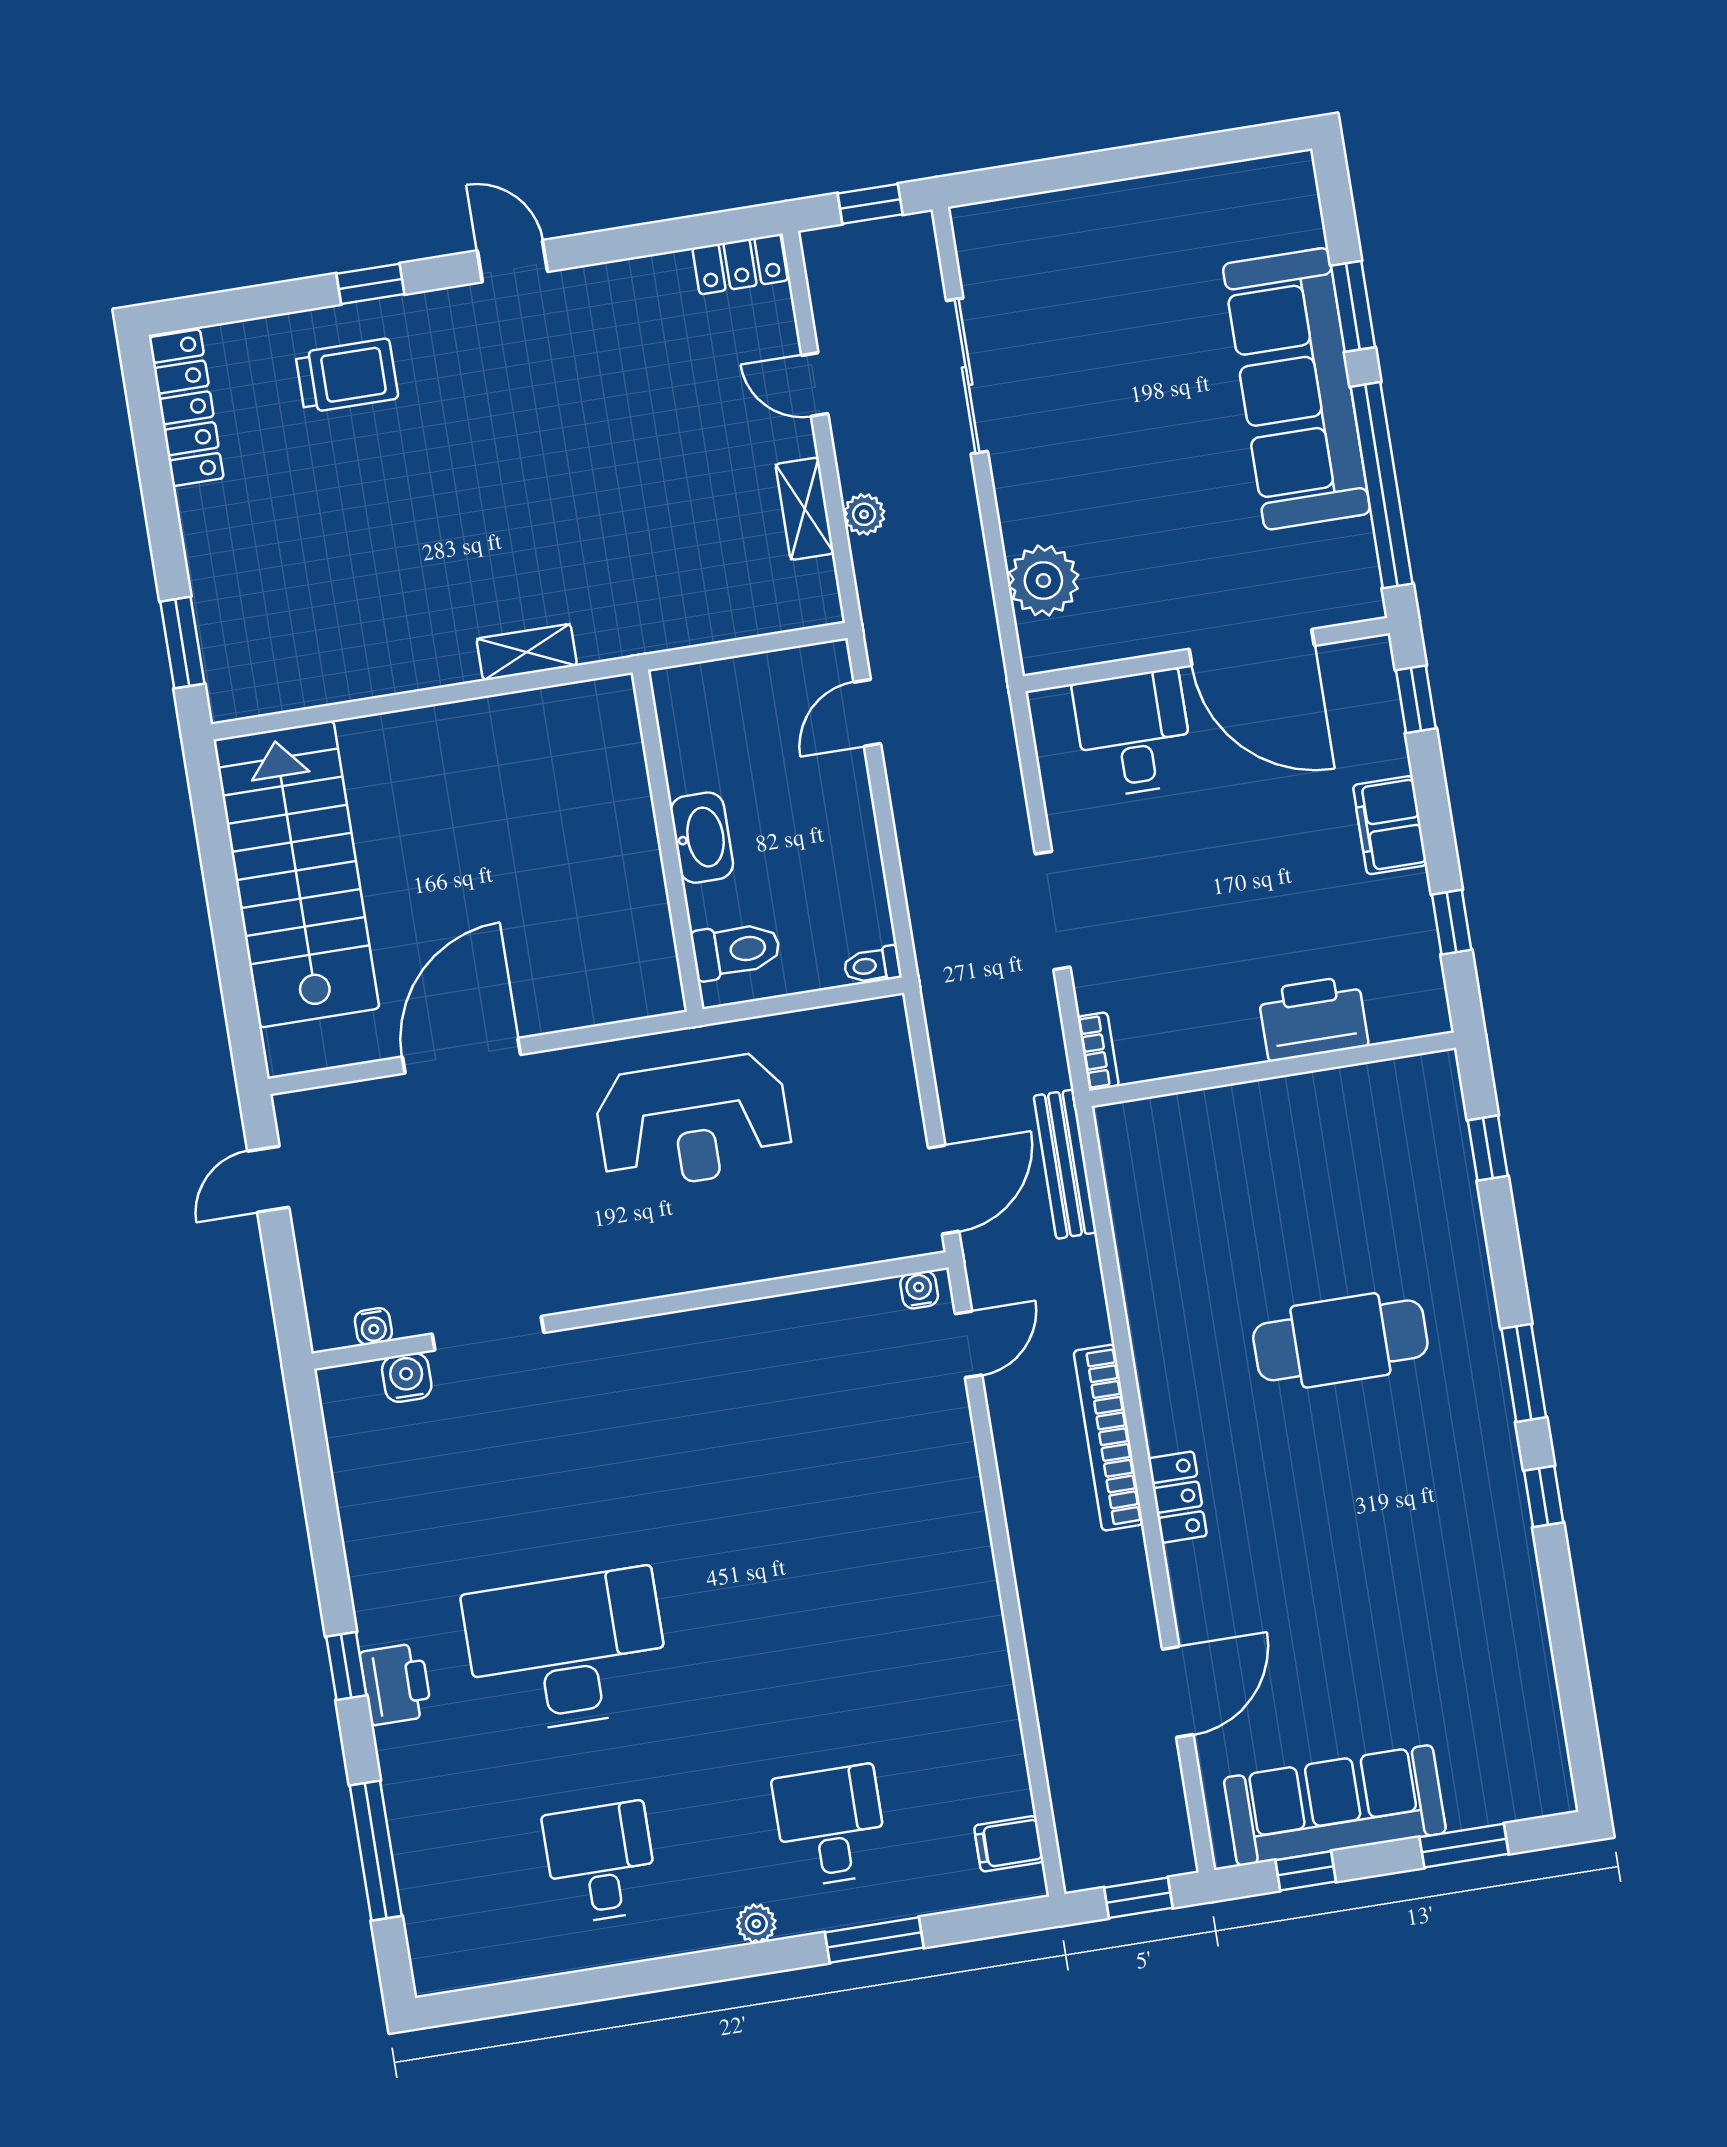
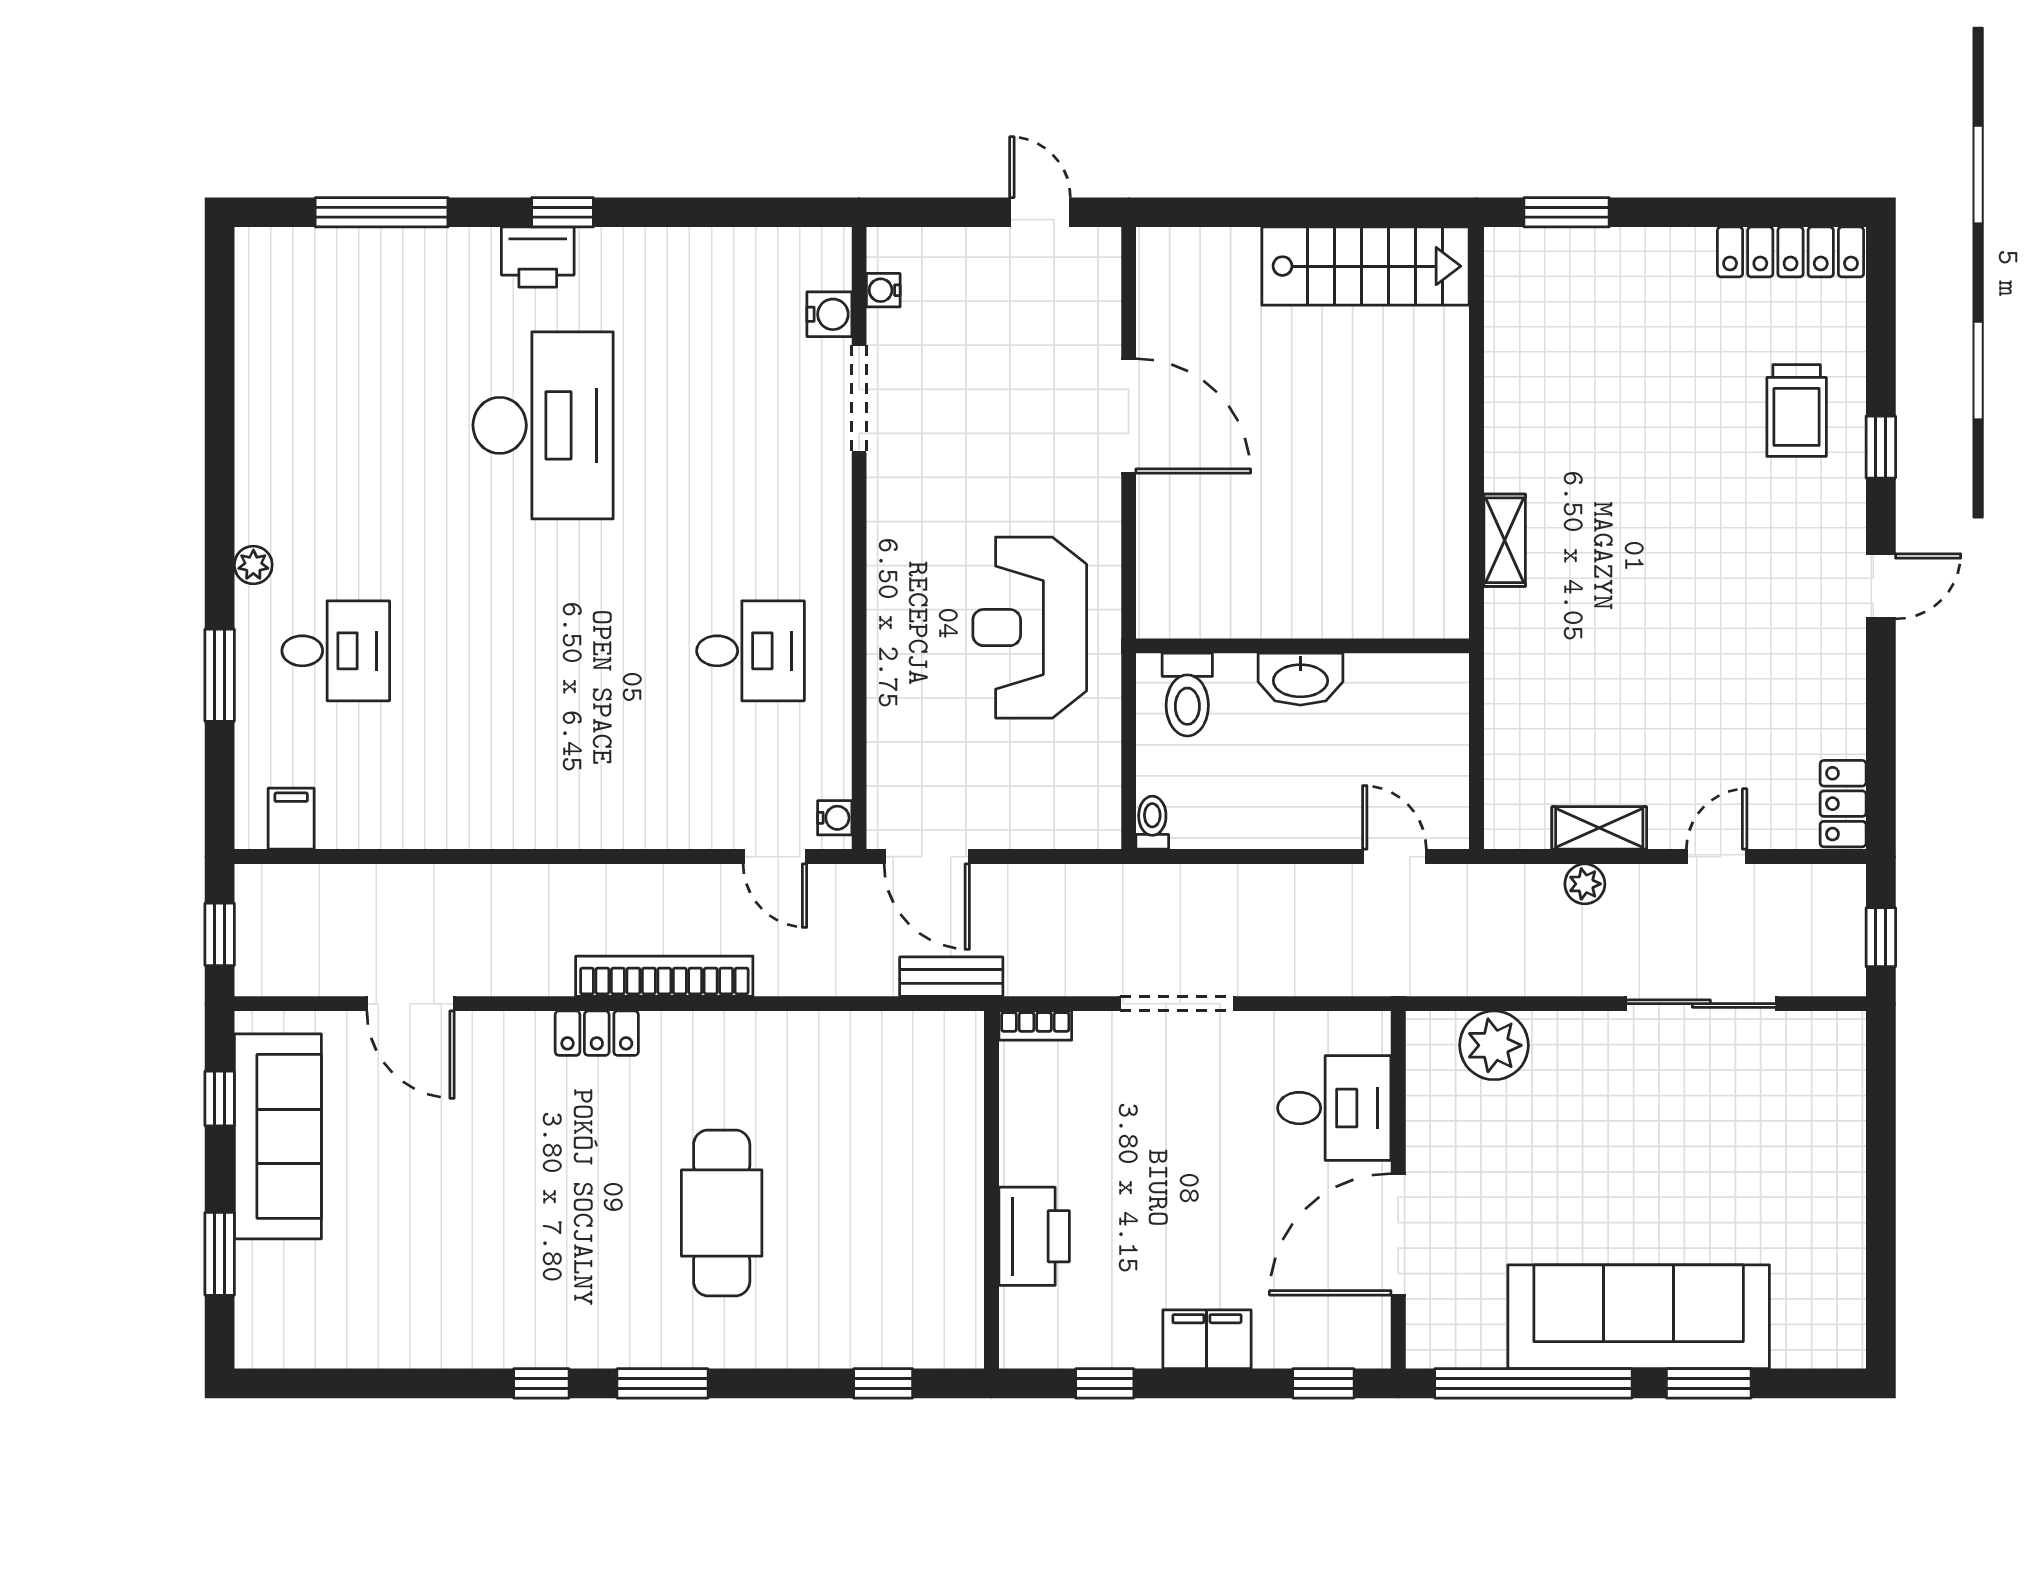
stairs: (296, 874) -> (1365, 266), width x0.73, depth x0.66
bench: (1065, 1164) -> (951, 977), width x0.73
desk: (601, 1863) -> (750, 651), moved

